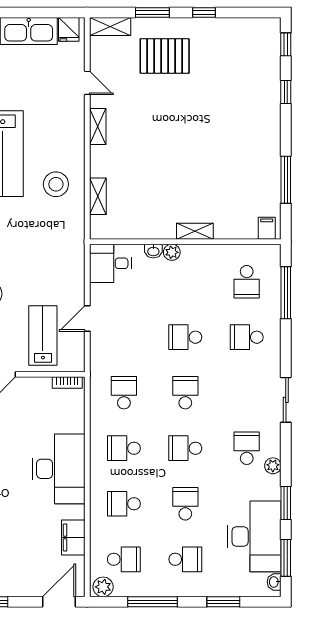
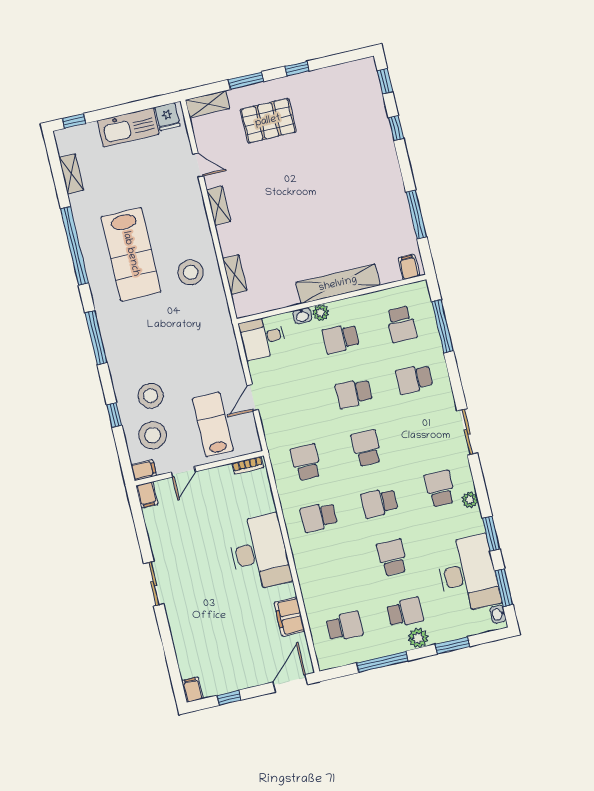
shelving: (195, 231) -> (338, 284), width x2.20, depth x1.33
school desk: (124, 504) -> (341, 339), moved
plant: (103, 587) -> (418, 638), moved

